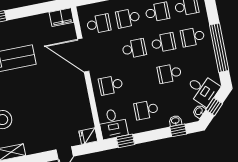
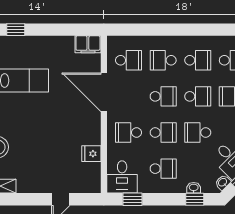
school desk: (140, 79) -> (163, 133), added
school desk: (146, 110) -> (163, 169), turned 180
fridge: (88, 136) -> (91, 154), moved

